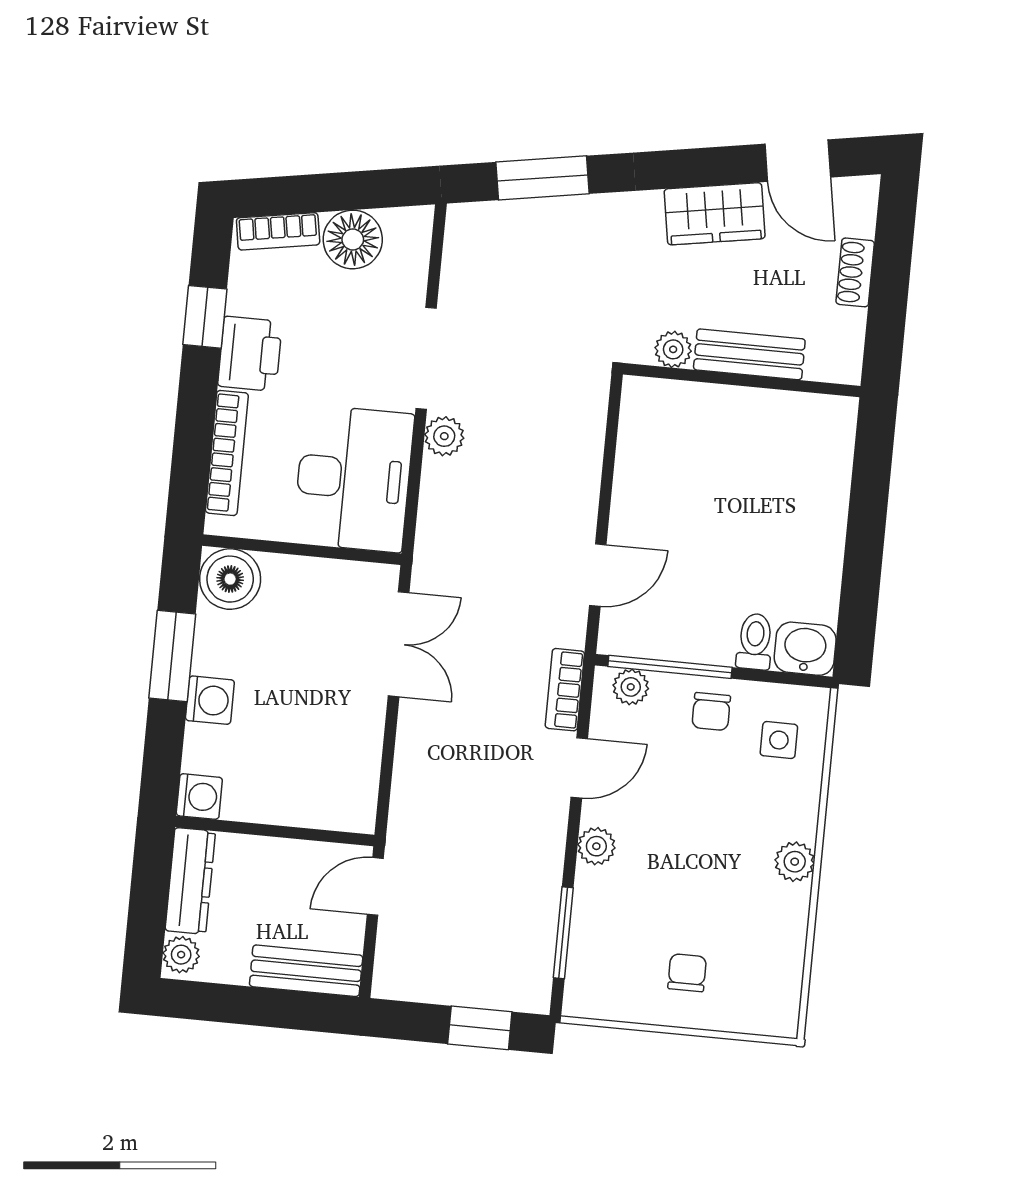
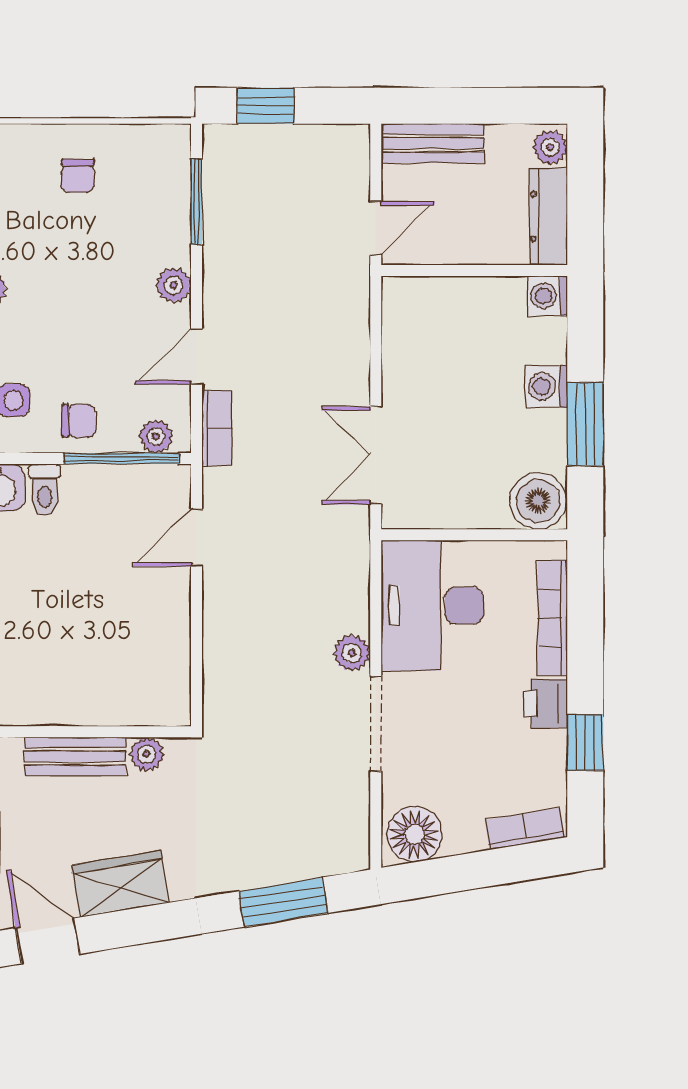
floor lamp: (353, 239) -> (415, 834), moved
printer: (250, 354) -> (545, 703), width x0.73, depth x0.81
chair: (711, 712) -> (79, 421), turned 90

